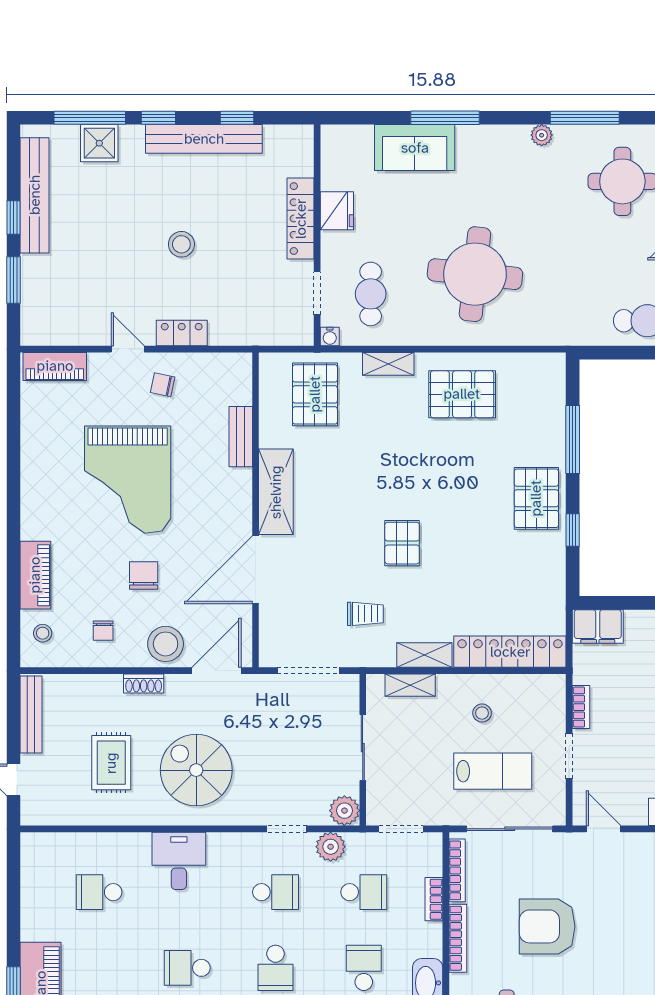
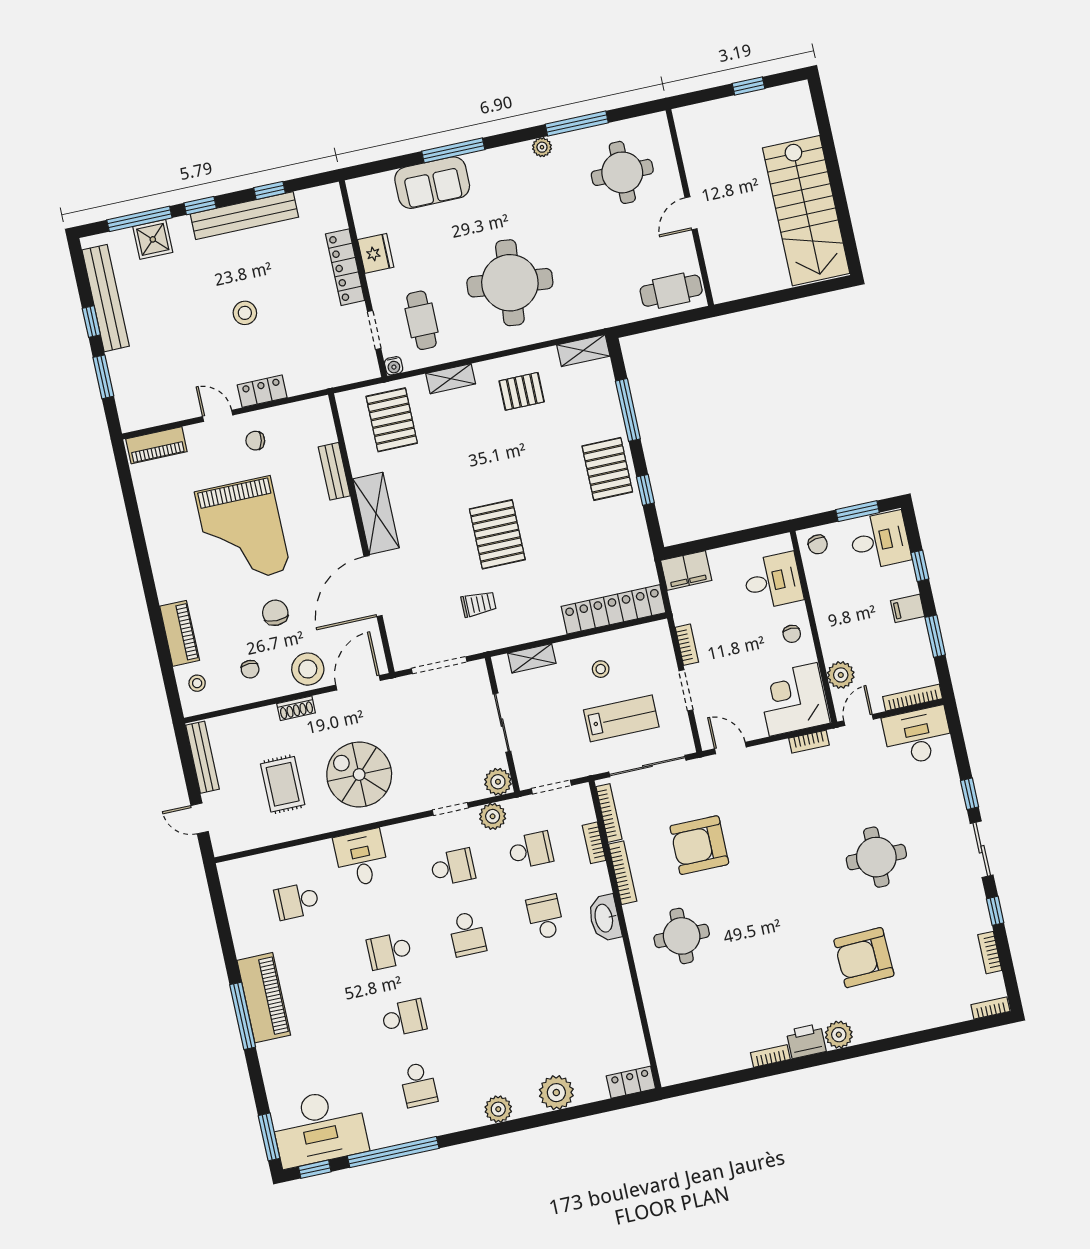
pallet: (462, 394) -> (522, 391), width x0.67, depth x0.71
pallet: (402, 543) -> (497, 534), width x1.50, depth x1.42
shelving: (424, 655) -> (583, 350), moved

